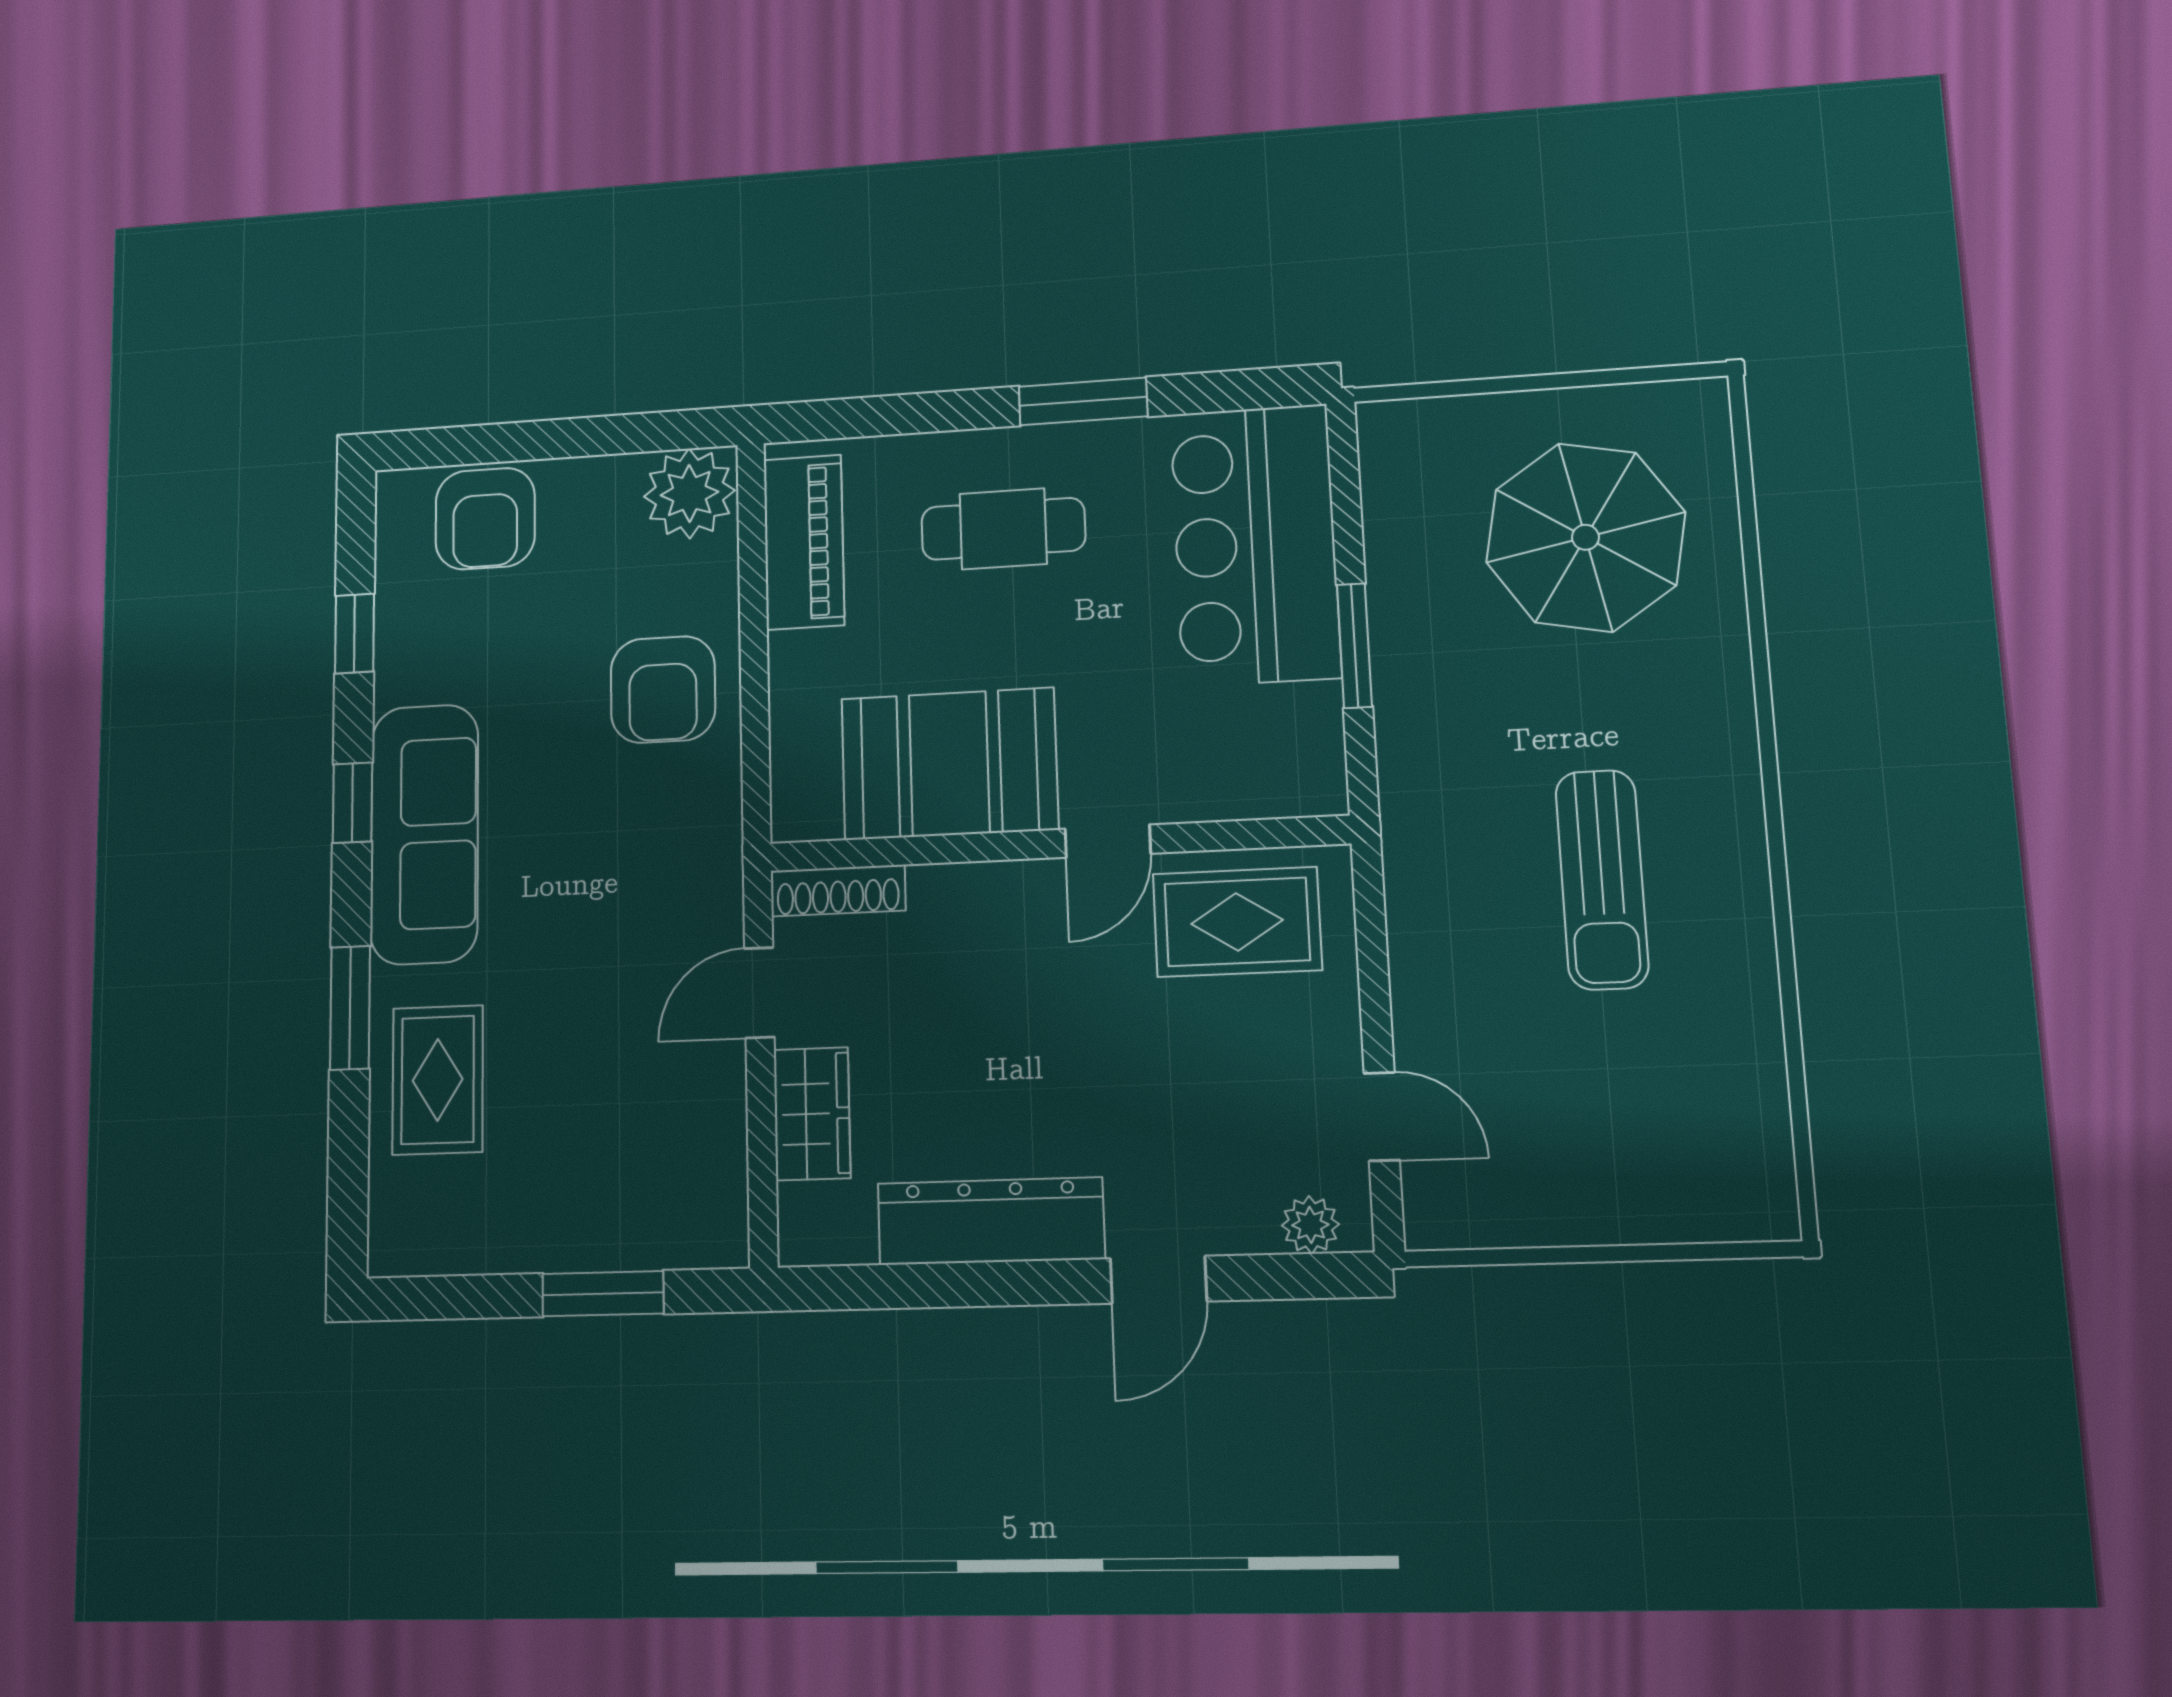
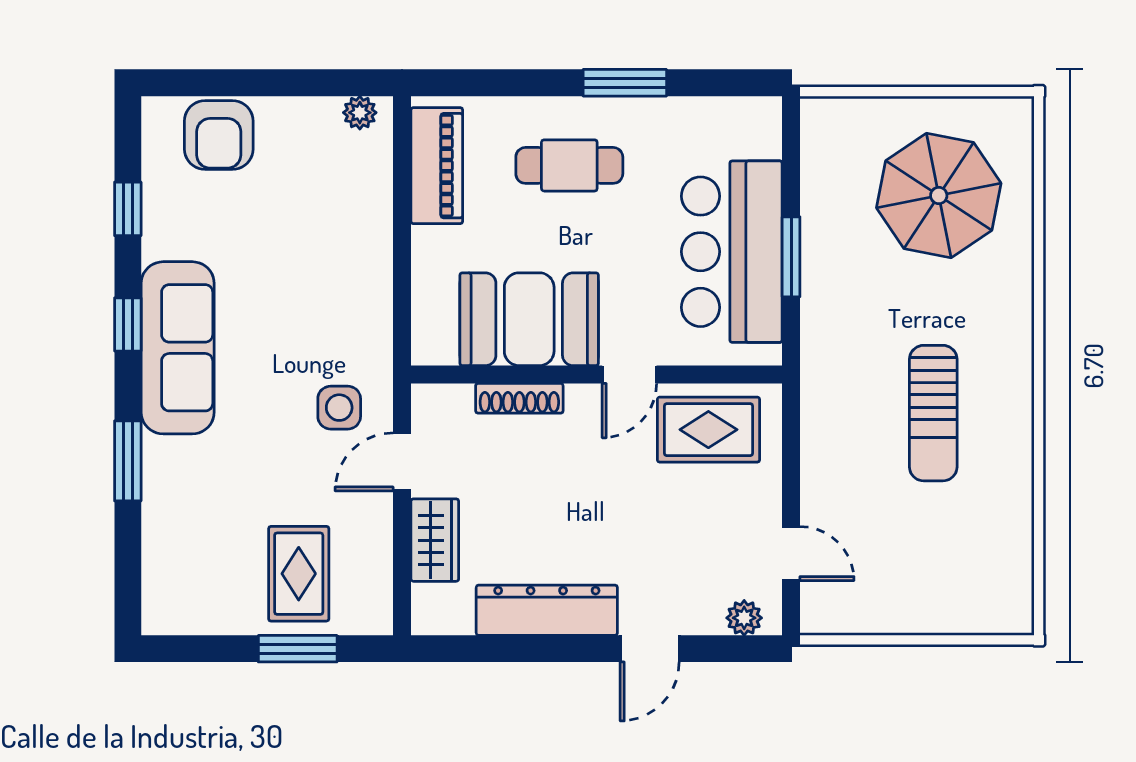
plant: (689, 493) -> (360, 113), width x0.53, depth x0.53
bar counter: (1255, 545) -> (732, 252), moved
armchair: (663, 689) -> (340, 260), removed
shoe rack: (838, 891) -> (519, 398), moved
side table: (663, 913) -> (339, 408), added
rug: (438, 1080) -> (299, 574), moved

